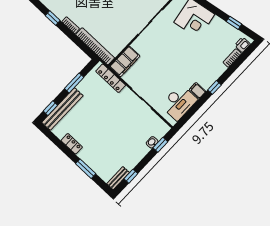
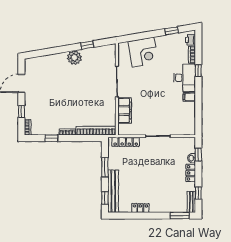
filing cabinet: (125, 61) -> (125, 110), moved
window: (214, 87) -> (198, 71), moved
desk: (179, 102) -> (185, 78), moved
locker: (140, 154) -> (191, 173), added
window: (86, 169) -> (180, 216), moved

